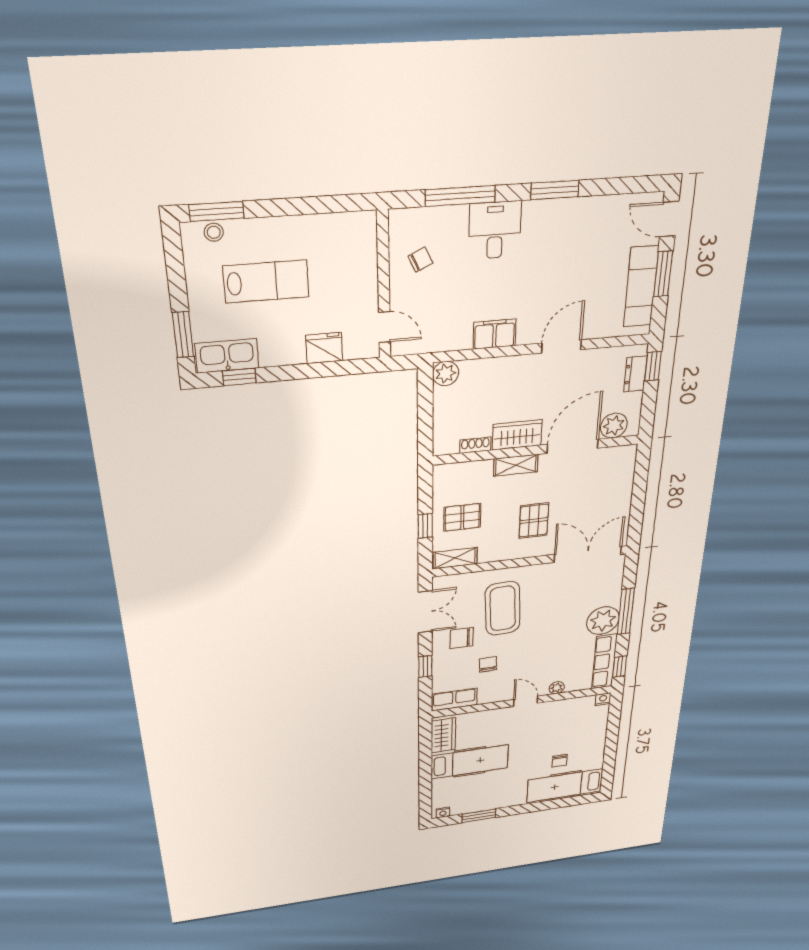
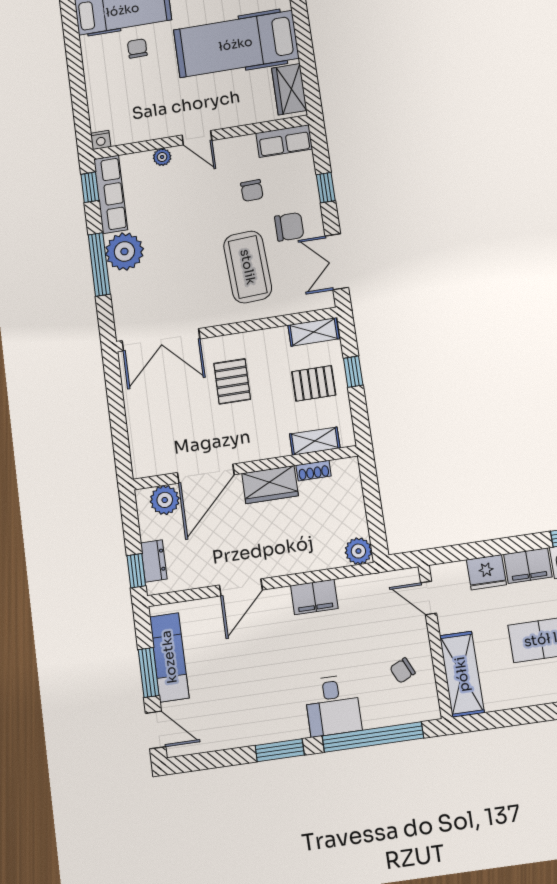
window: (460, 196) -> (373, 737), width x1.46
shelving: (361, 252) -> (462, 674), added
filing cabinet: (282, 352) -> (528, 566), added
shelving: (516, 465) -> (315, 441), moved
hospital bed: (470, 762) -> (236, 44), width x1.37, depth x1.29

